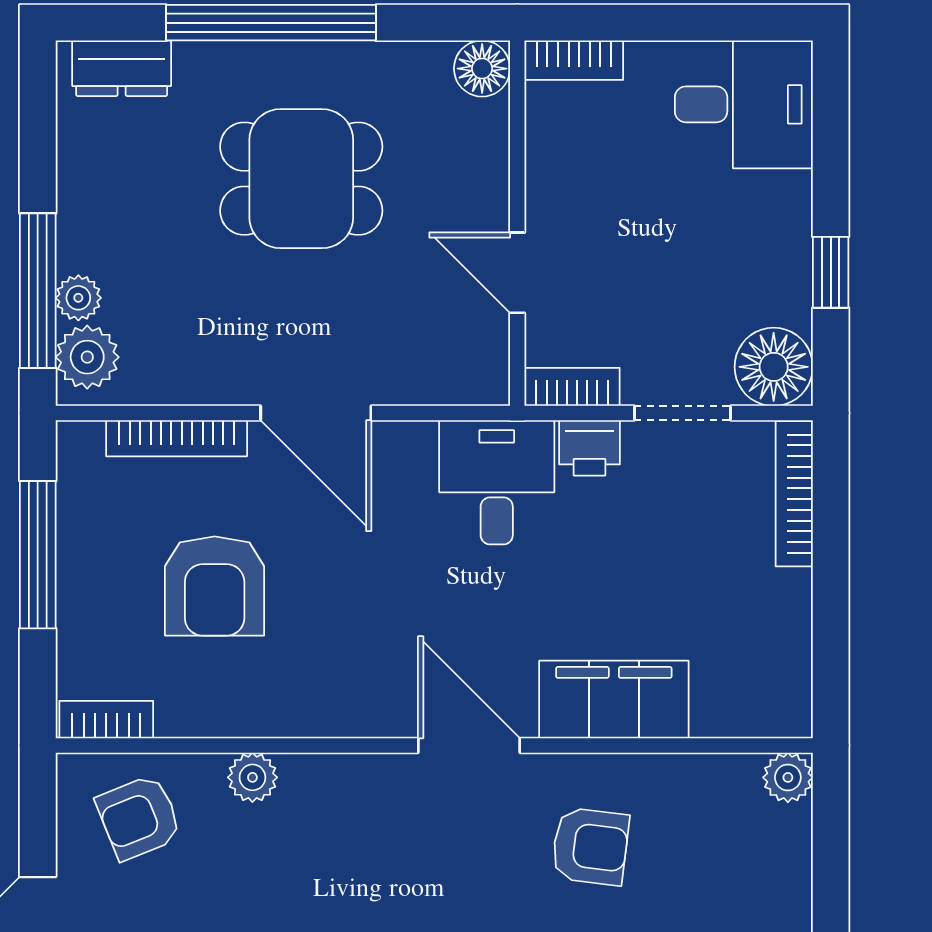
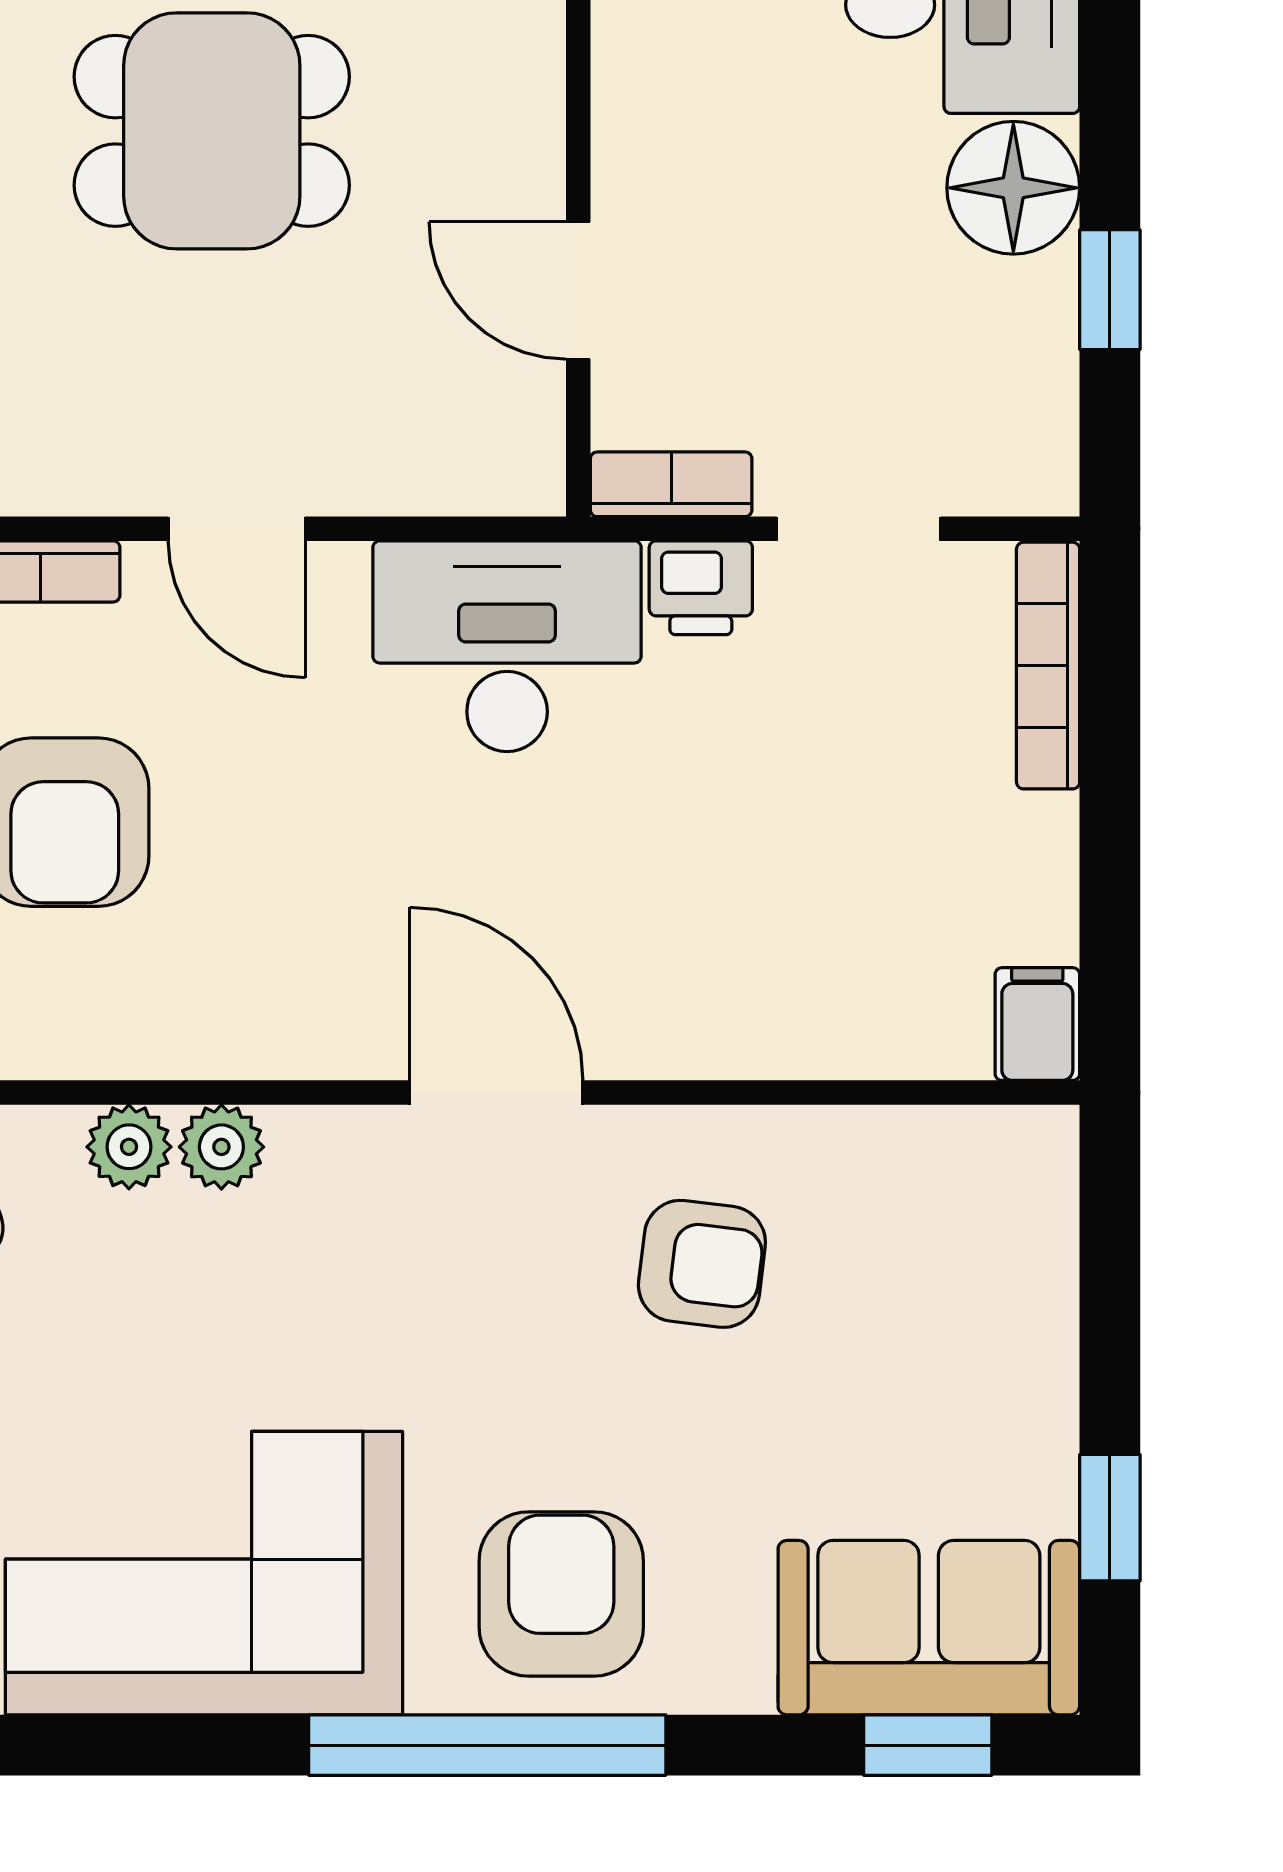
floor lamp: (774, 367) -> (1013, 188), moved
door: (316, 413) -> (237, 529), width x0.73
desk: (497, 482) -> (507, 646), width x1.37
filing cabinet: (614, 700) -> (1037, 1024), moved, width x0.33, depth x0.86
plant: (788, 777) -> (221, 1147), moved

